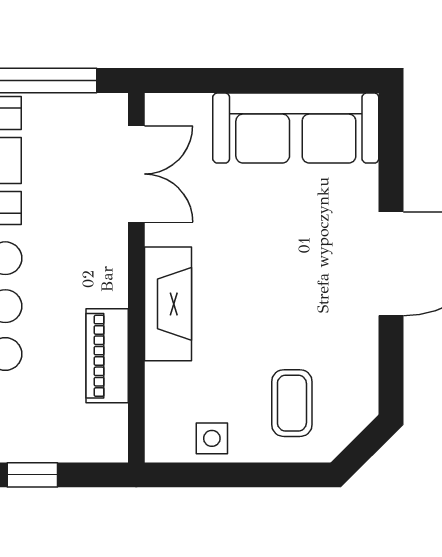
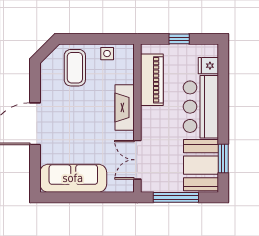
piano: (107, 356) -> (152, 80), width x1.37, depth x1.33
coffee table: (292, 403) -> (75, 68), width x1.36, depth x1.30

